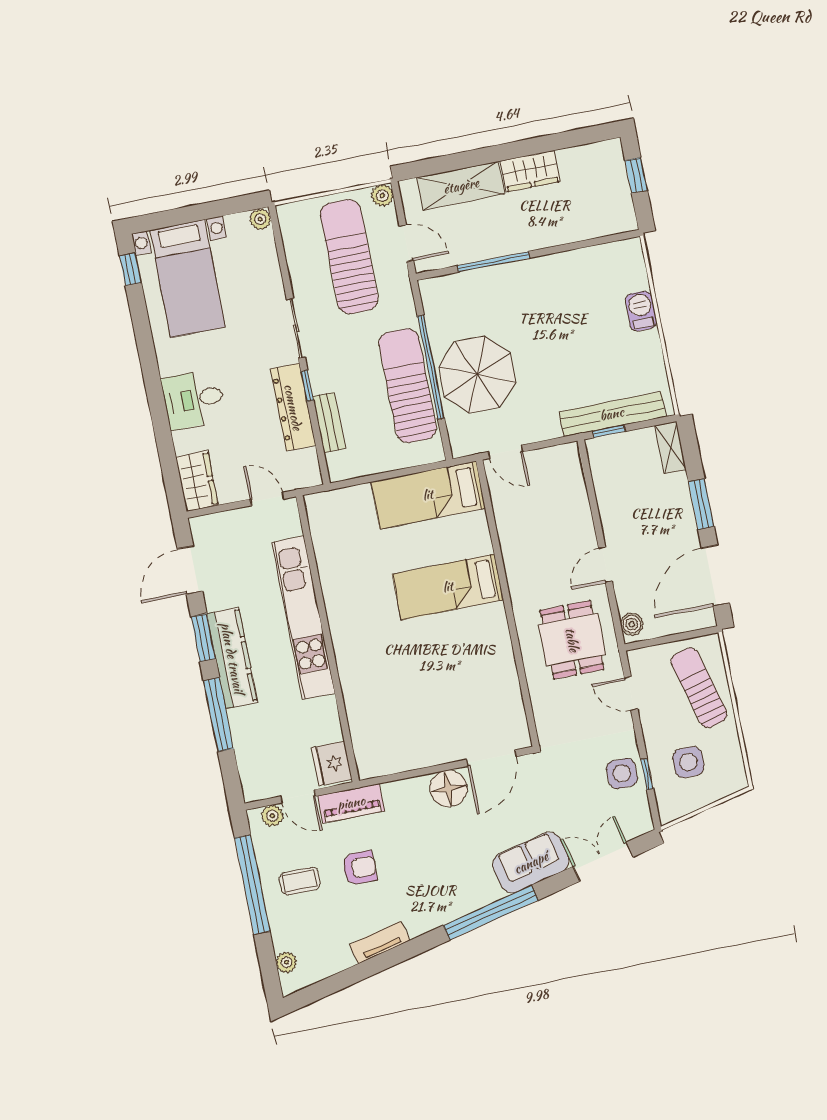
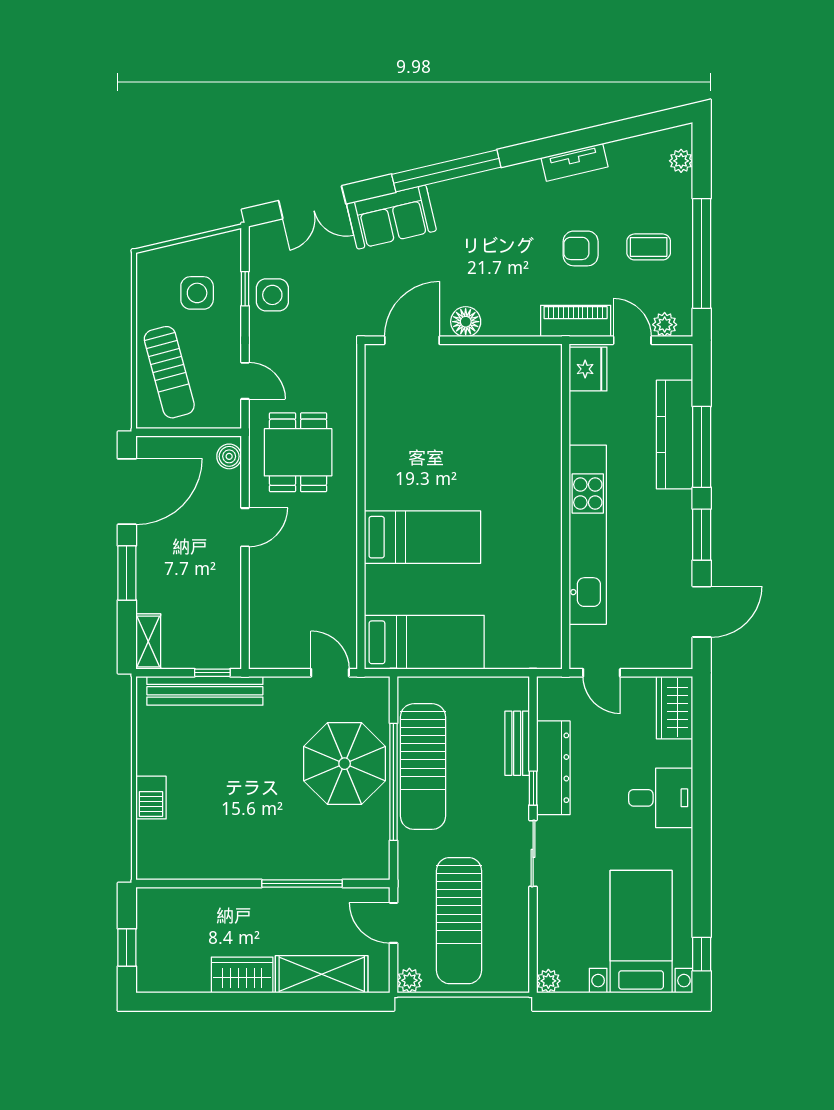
kitchen counter: (232, 658) -> (675, 435), moved
floor lamp: (448, 789) -> (466, 322), width x0.73, depth x0.73

